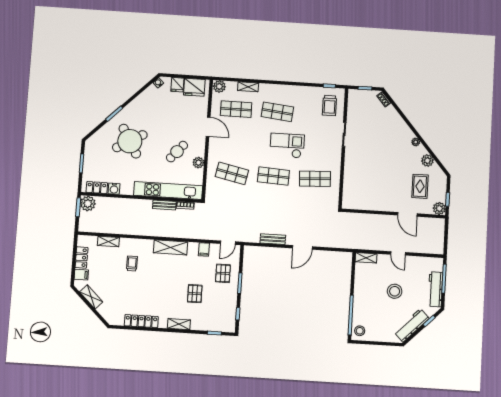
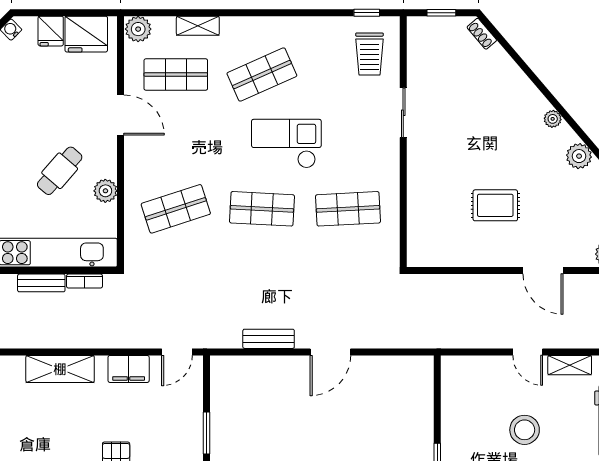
shop shelf: (277, 112) -> (262, 75), turned -30
shop shelf: (232, 173) -> (176, 209), turned -30
rug: (420, 186) -> (495, 205), moved, turned 90
filing cabinet: (204, 249) -> (129, 369), width x2.00
shelving: (366, 258) -> (570, 365), moved
pallet: (223, 273) -> (171, 415), removed

